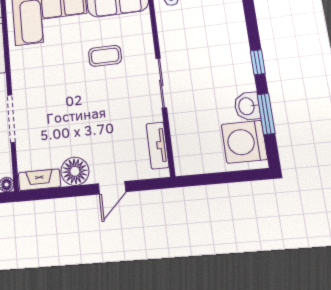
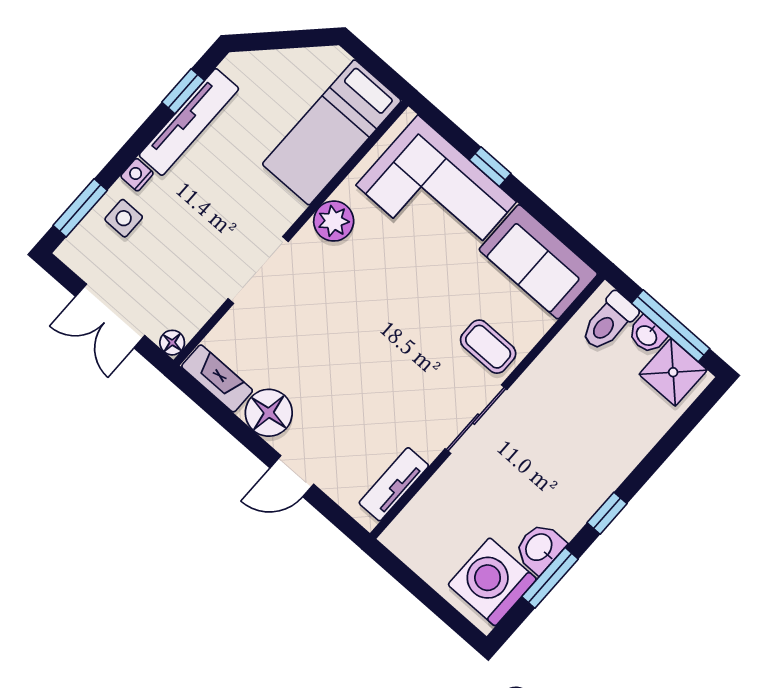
coffee table: (105, 56) -> (488, 347), moved
plant: (21, 68) -> (334, 221), added

